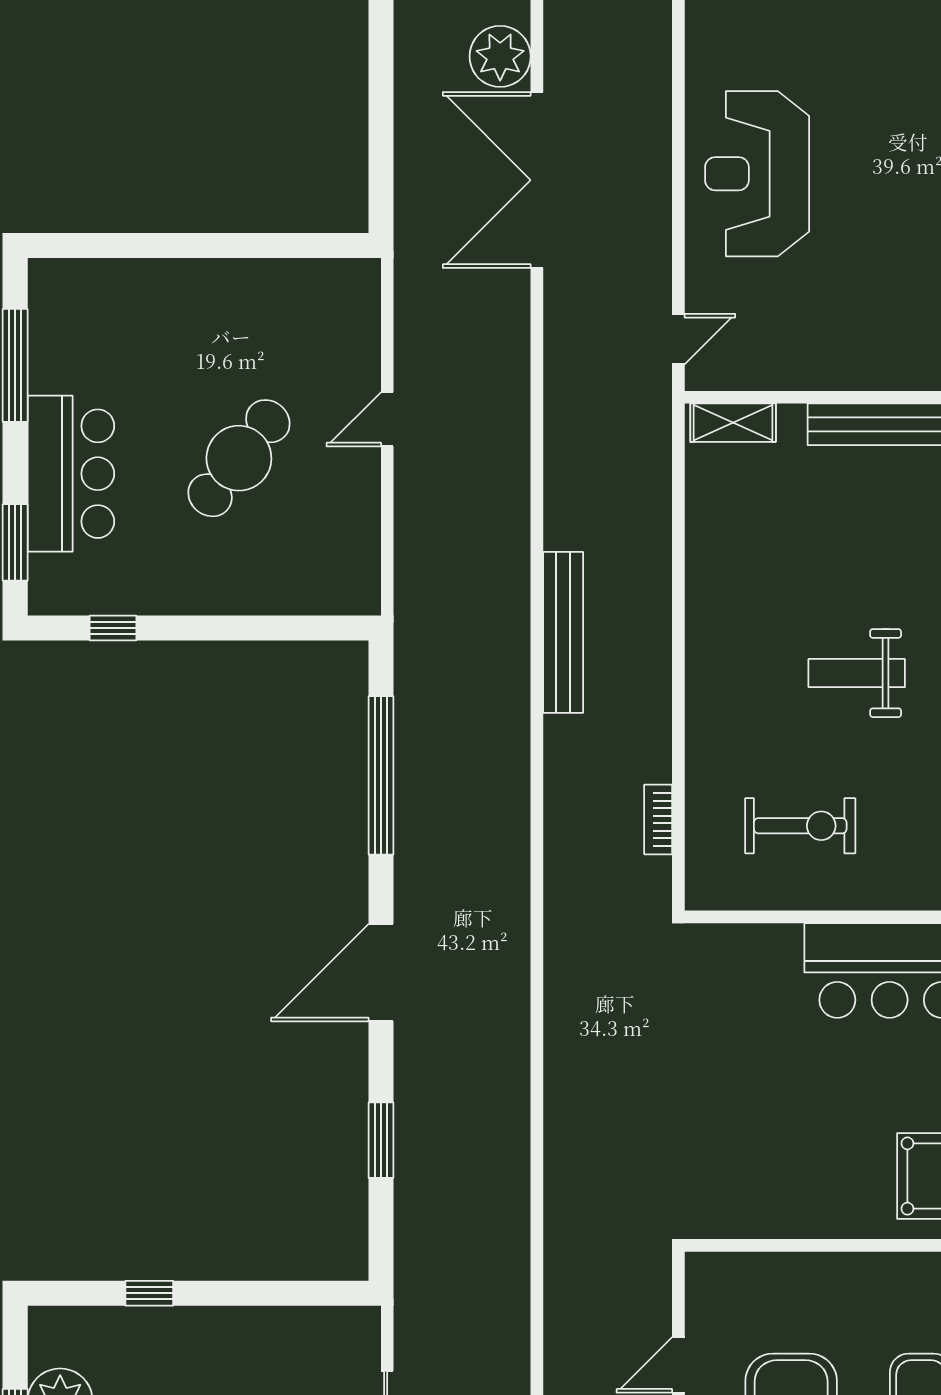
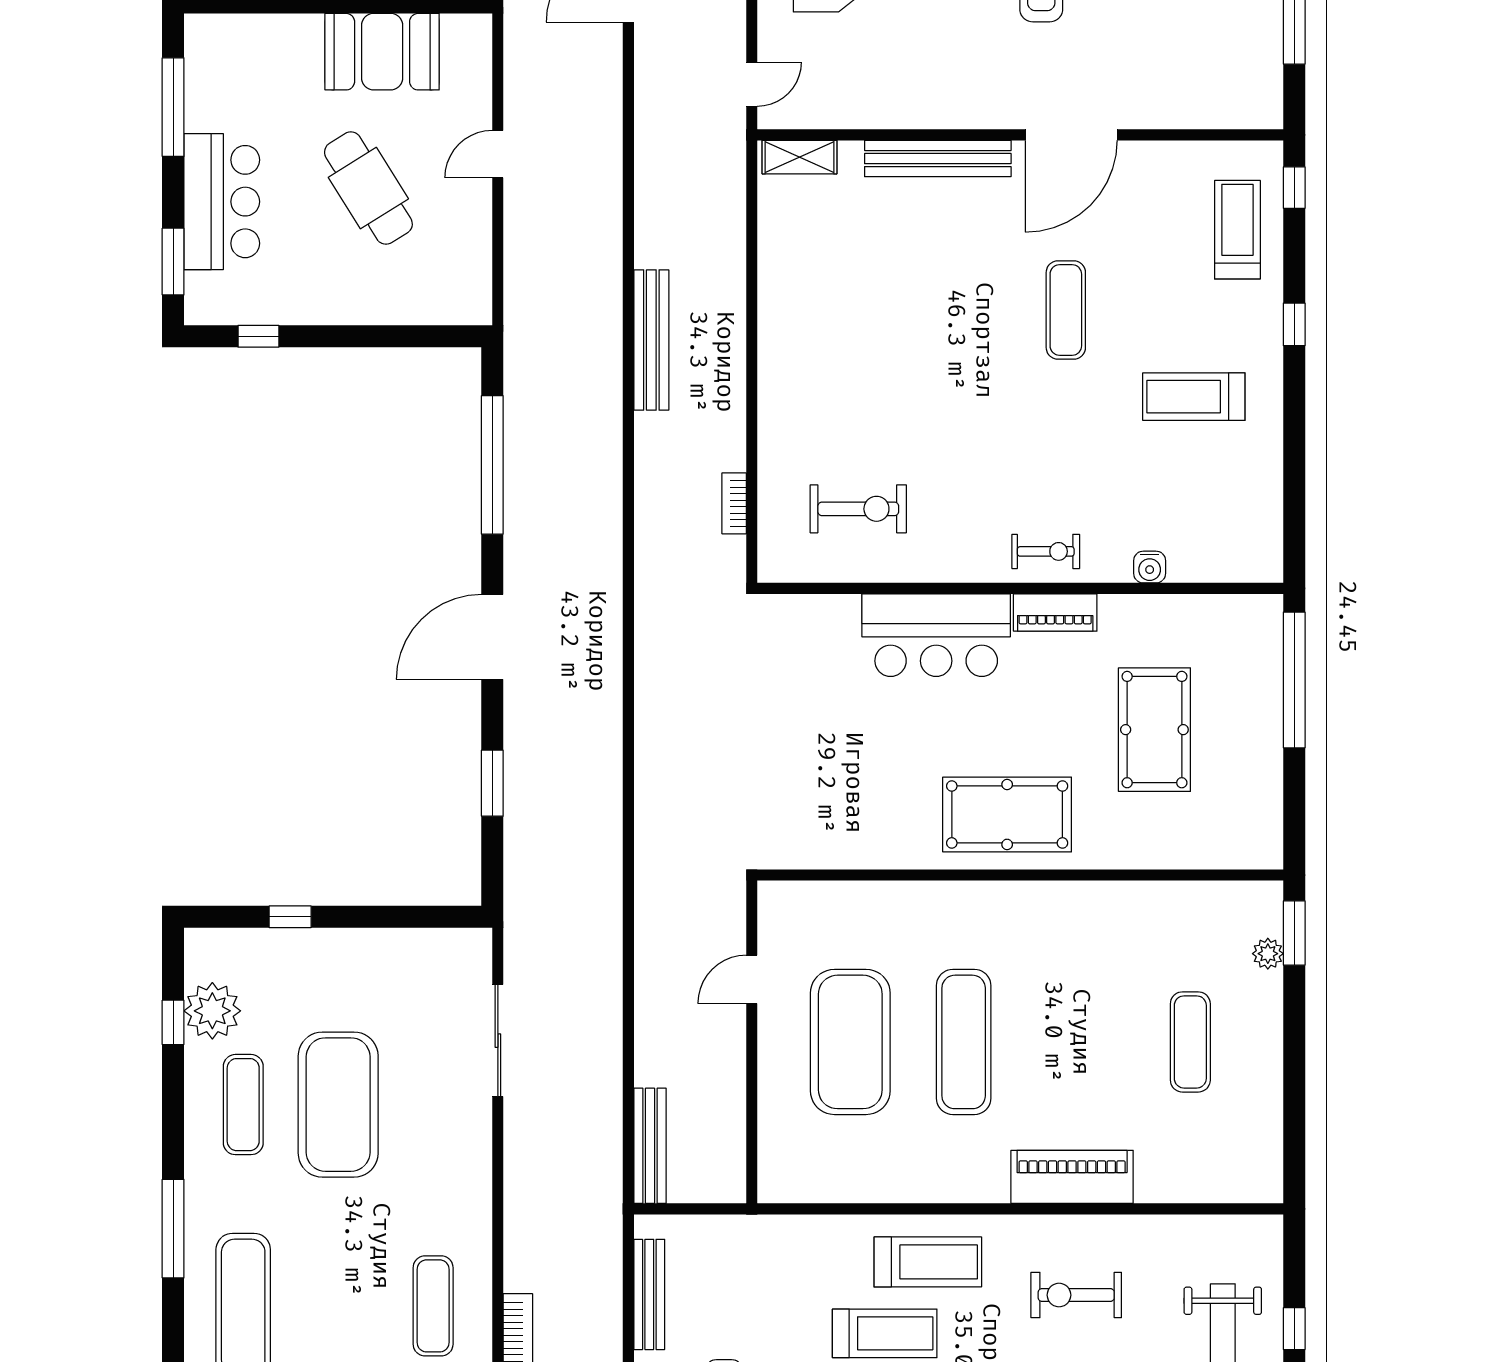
booth: (255, 302) -> (382, 52), added
cafe table: (239, 458) -> (368, 188), turned -70
weight bench: (857, 673) -> (907, 376), removed

